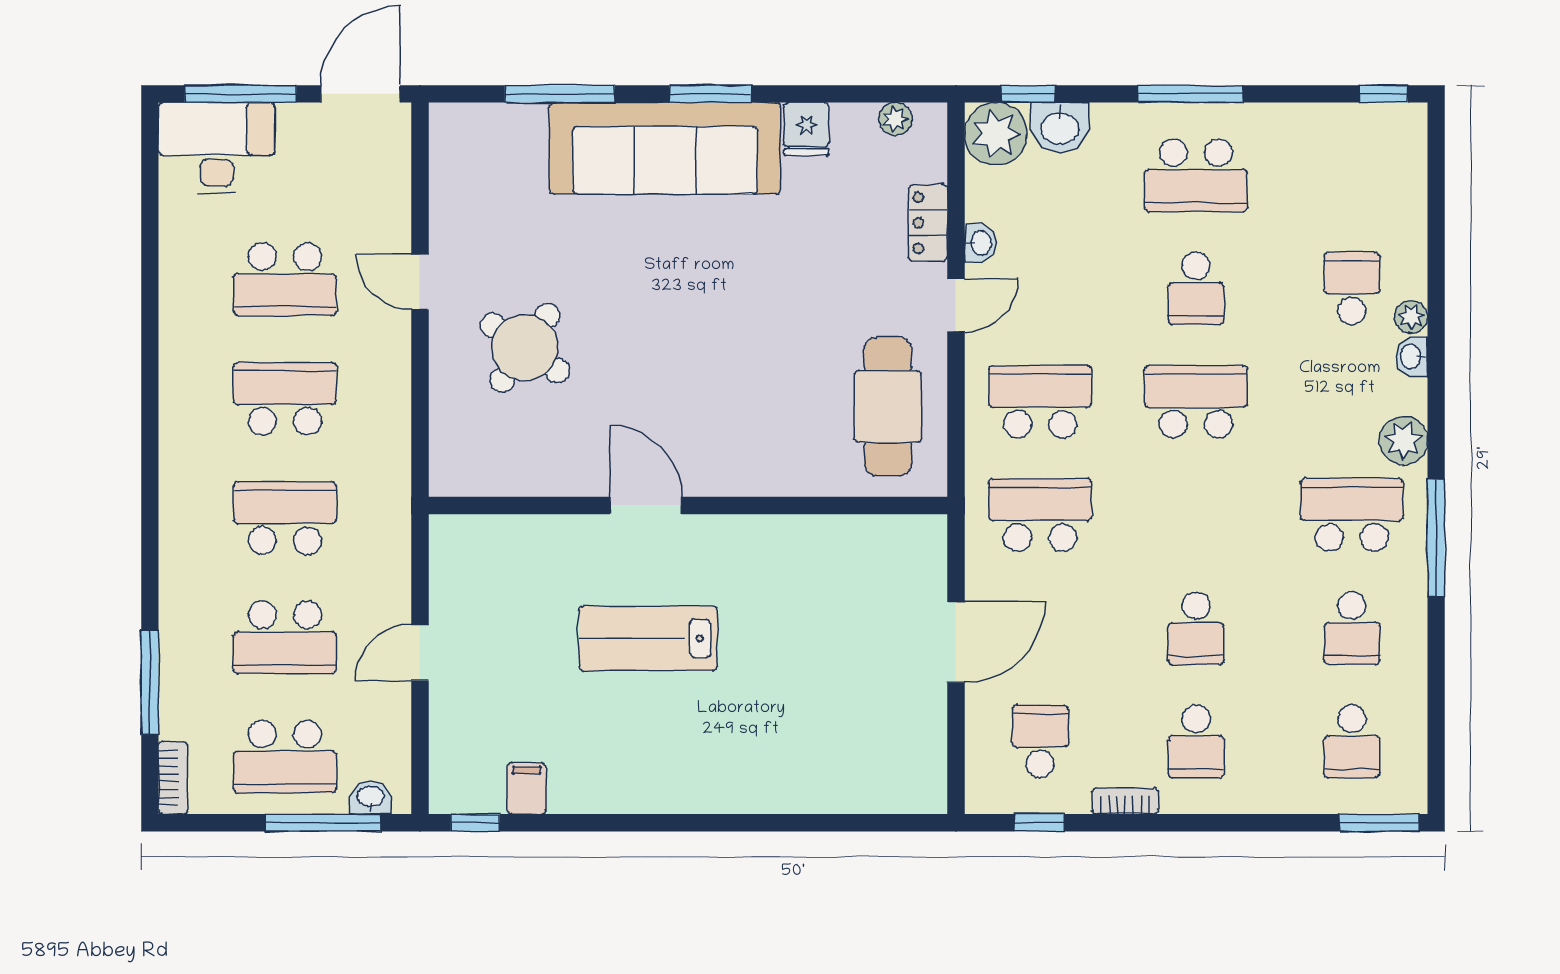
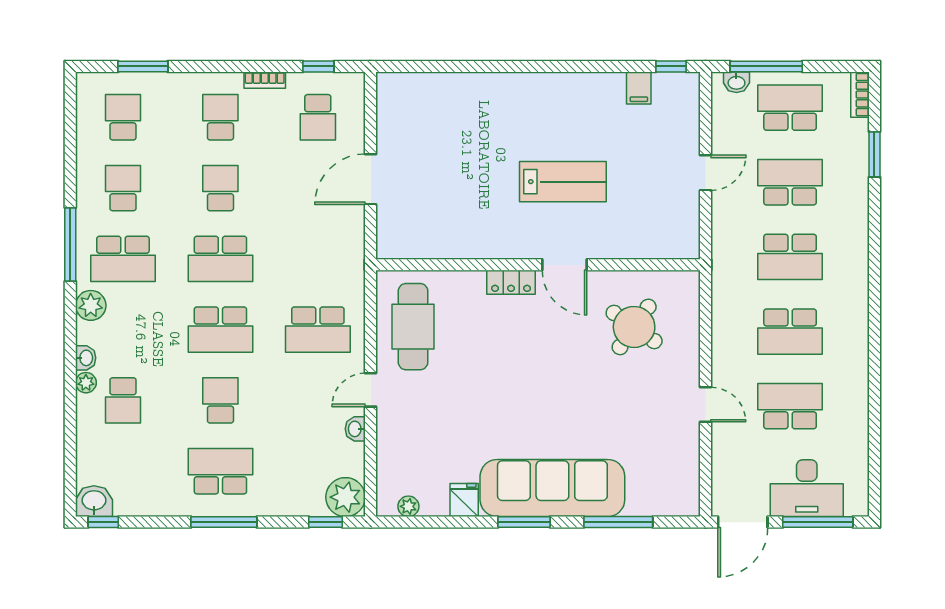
washbasin: (1060, 127) -> (94, 501), moved
desk: (217, 148) -> (807, 488), moved
locker: (928, 223) -> (511, 282), moved, turned 90
round table: (525, 348) -> (634, 327), moved
school desk: (1040, 515) -> (220, 259), moved
window: (150, 682) -> (874, 154), width x0.69
window: (1379, 823) -> (143, 66), moved

